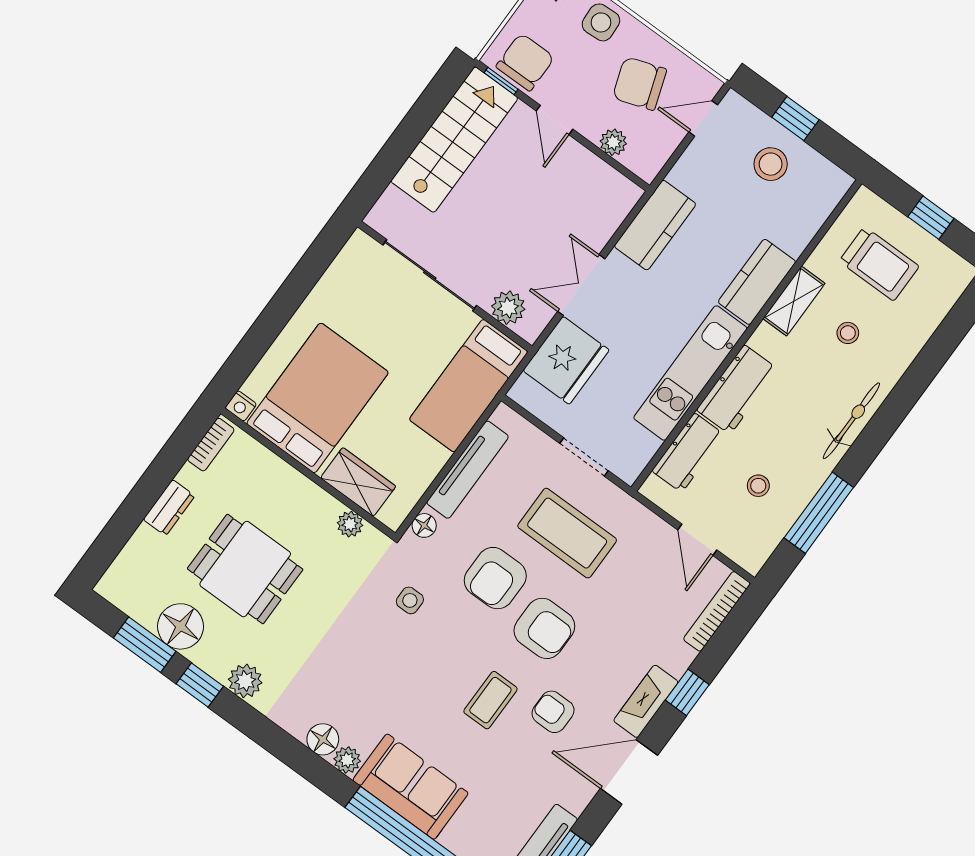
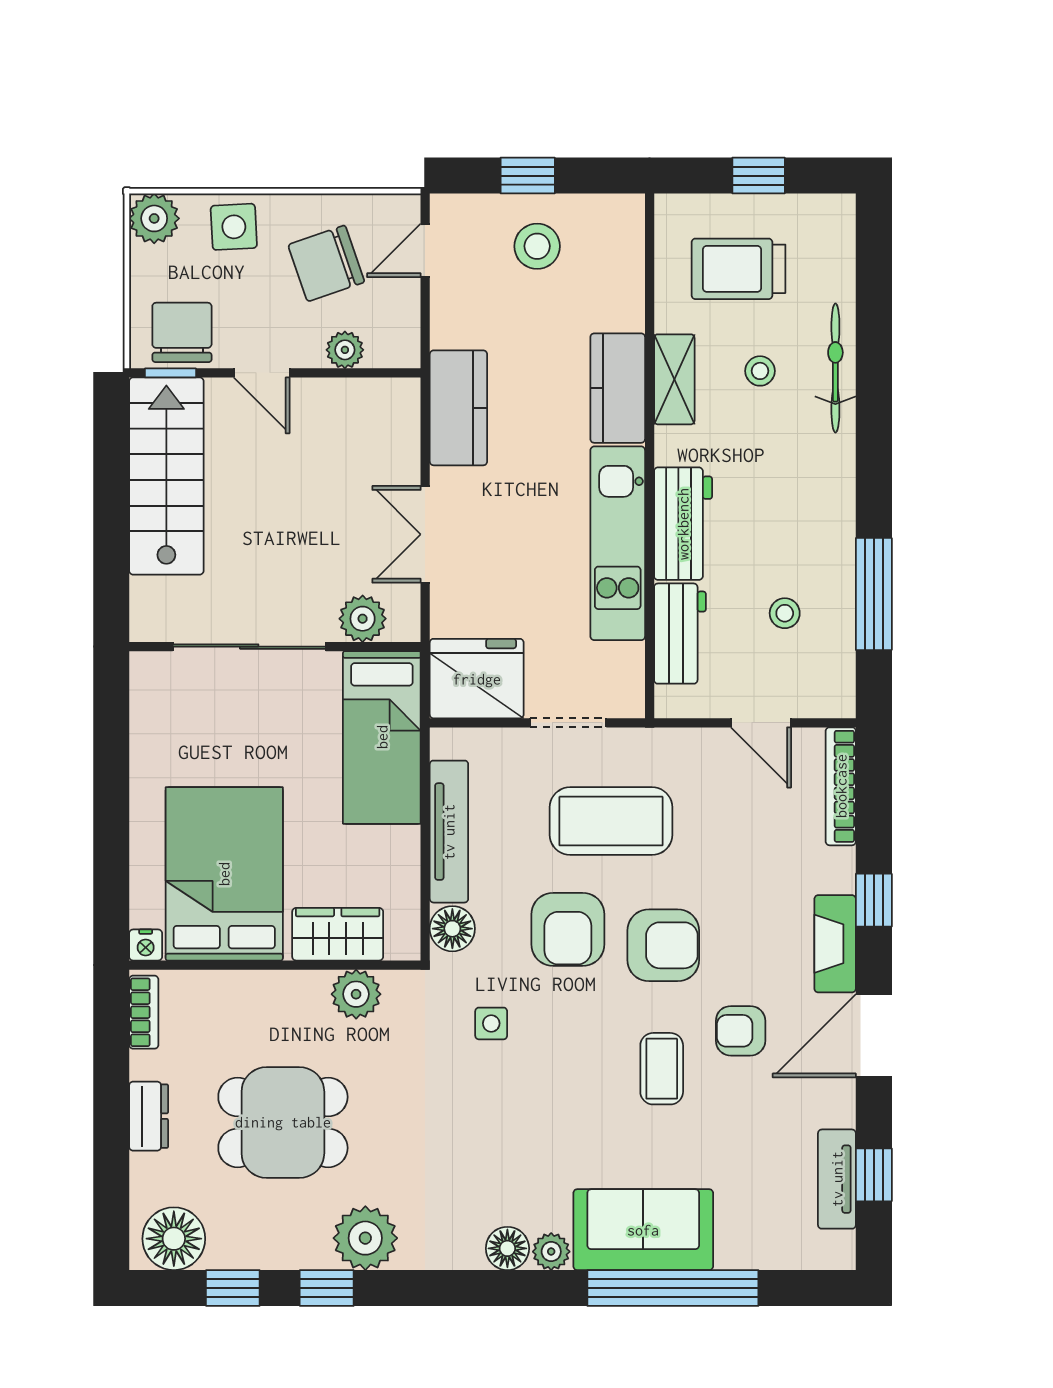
trolley: (879, 264) -> (739, 269), turned 180
fridge: (566, 360) -> (477, 679), moved, turned -90
bicycle: (851, 421) -> (835, 368), moved
plant: (350, 524) -> (356, 994), width x1.38, depth x1.38
floor lamp: (424, 525) -> (452, 929), width x1.37, depth x1.37
floor lamp: (180, 626) -> (174, 1239), moved
window: (145, 645) -> (233, 1288), width x0.67
plant: (245, 681) -> (365, 1238), width x1.36, depth x1.36

